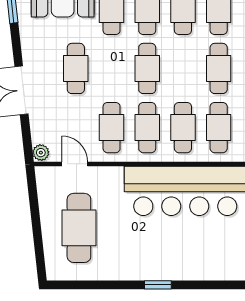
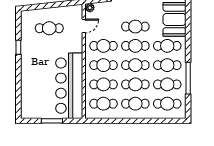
cafe table: (112, 68) -> (135, 46), added
cafe table: (183, 68) -> (135, 84), added
cafe table: (79, 228) -> (49, 28), width x0.73, depth x0.74
window: (158, 285) -> (18, 47), moved

